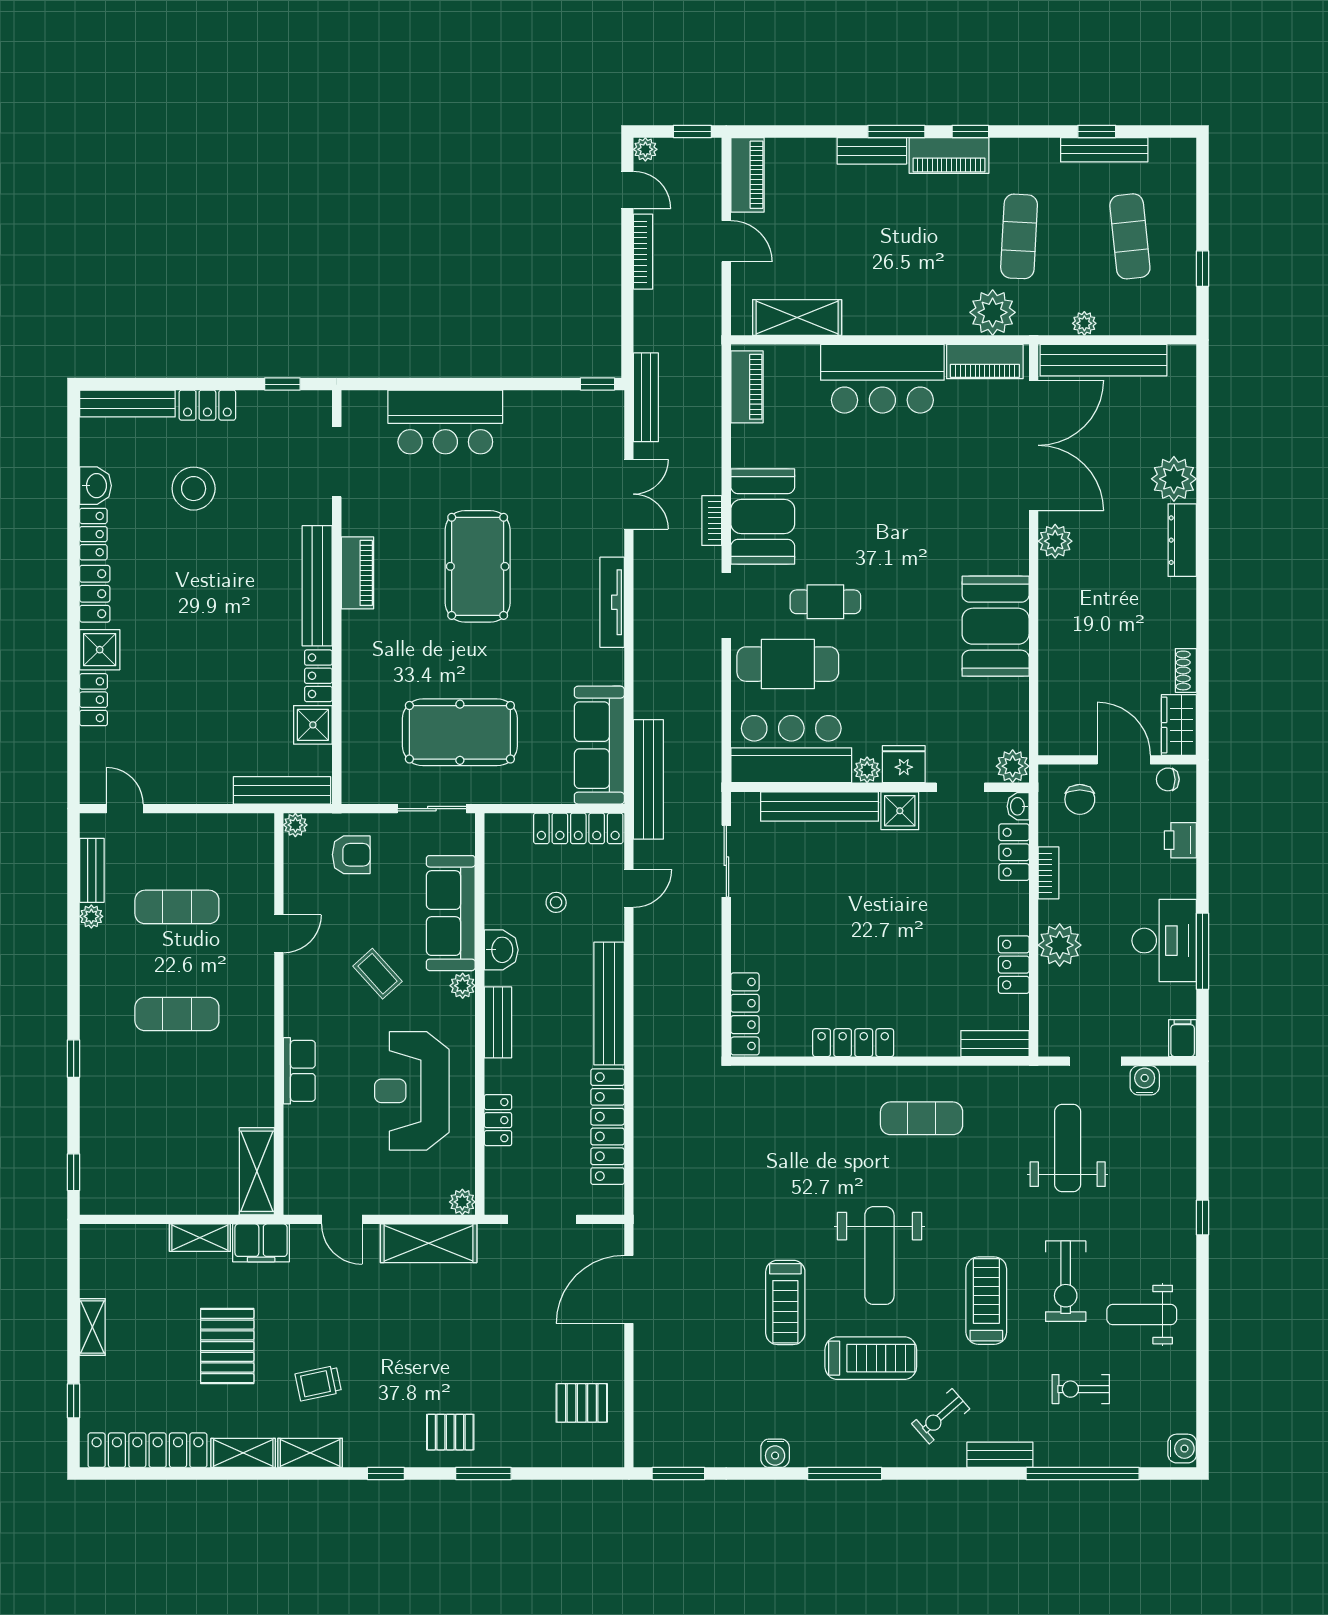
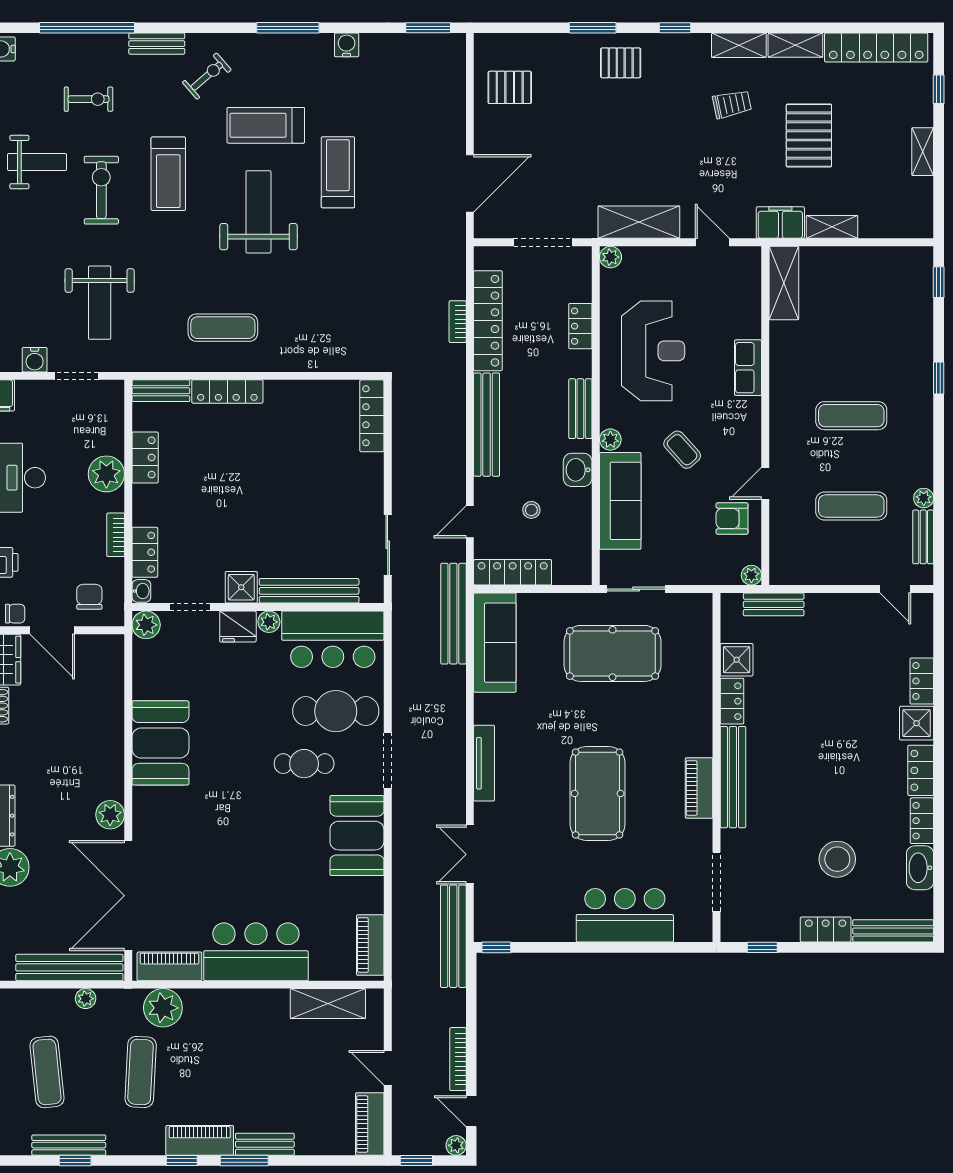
bench: (646, 397) -> (453, 936), width x1.37, depth x1.21
washbasin: (96, 486) -> (920, 868), width x1.38
bookcase: (712, 521) -> (458, 322), moved, turned 180
bench: (282, 790) -> (774, 604), width x0.73
armchair: (351, 855) -> (732, 519), moved
locker: (853, 1043) -> (227, 392), moved

